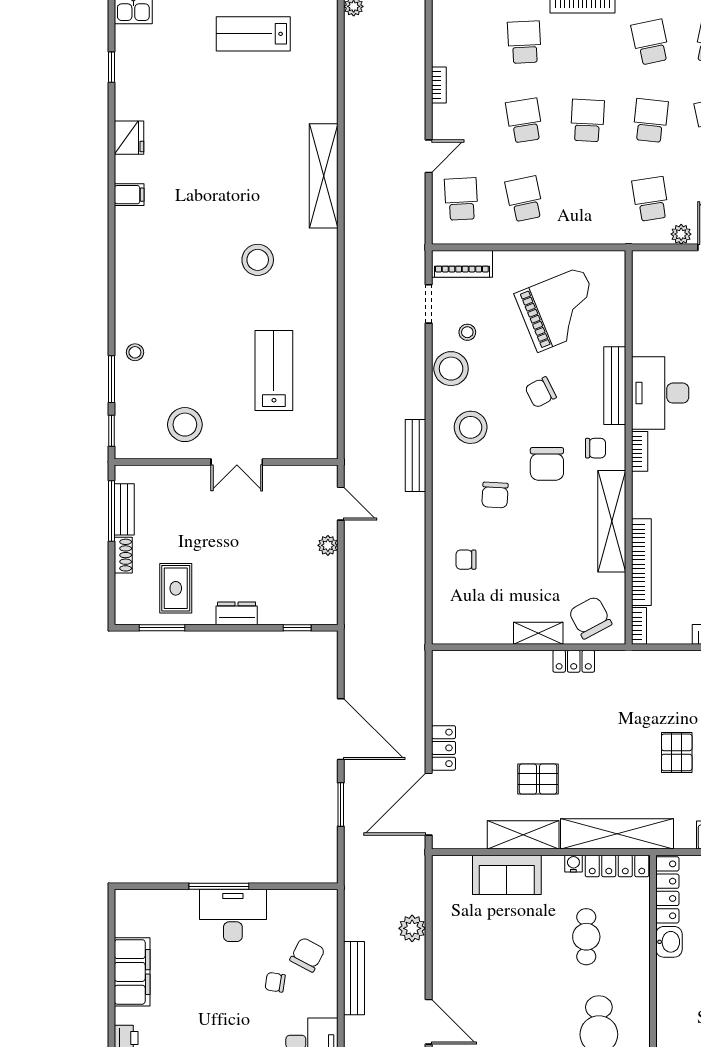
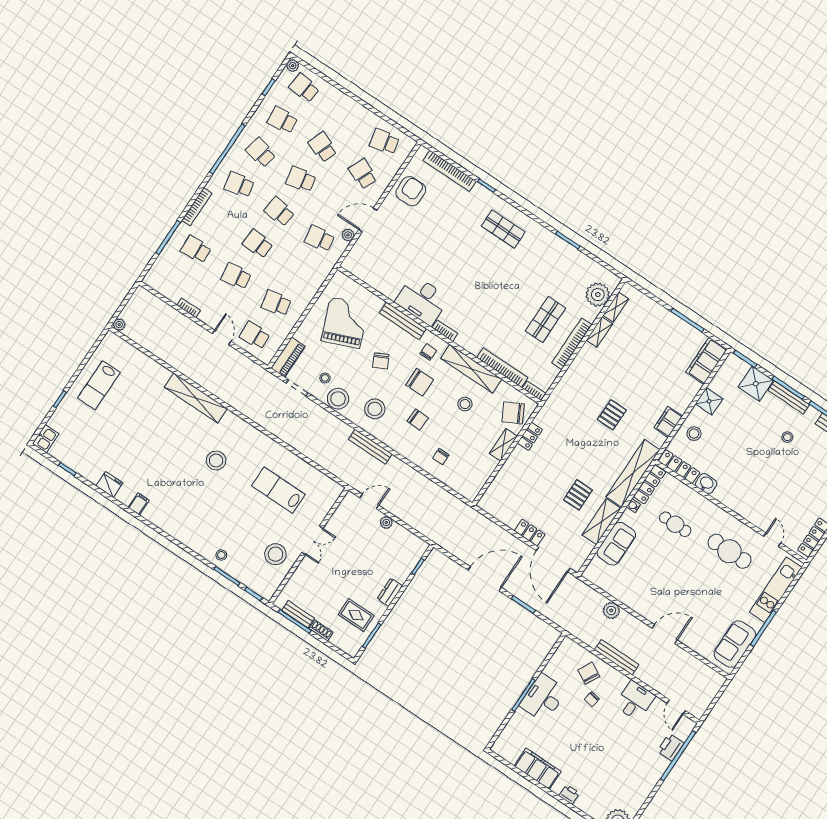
stool: (559, 545) -> (465, 404), added
pallet: (677, 752) -> (612, 415), turned 90

